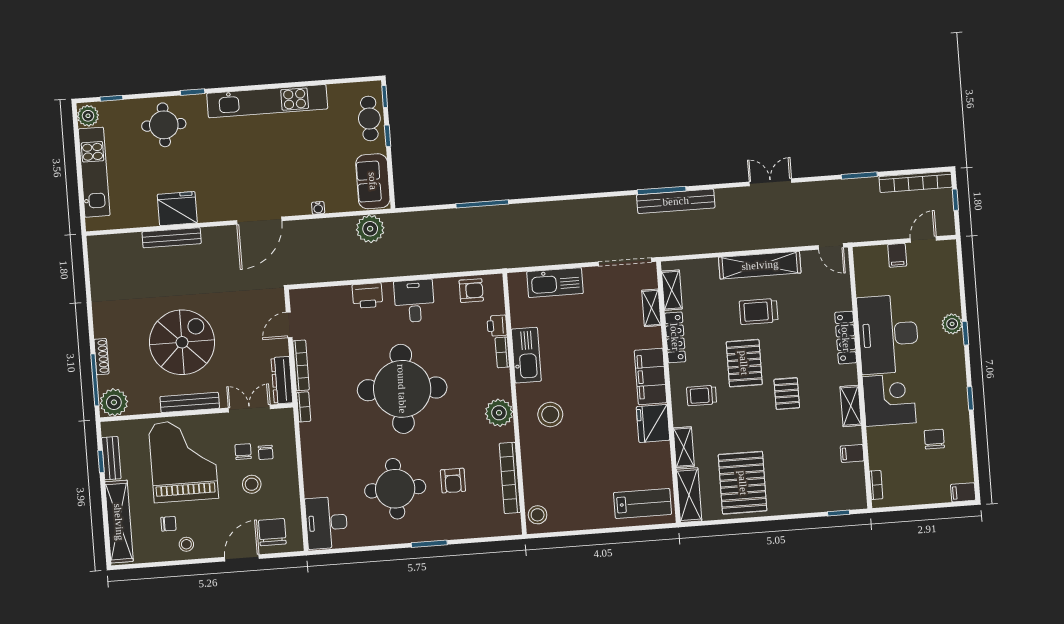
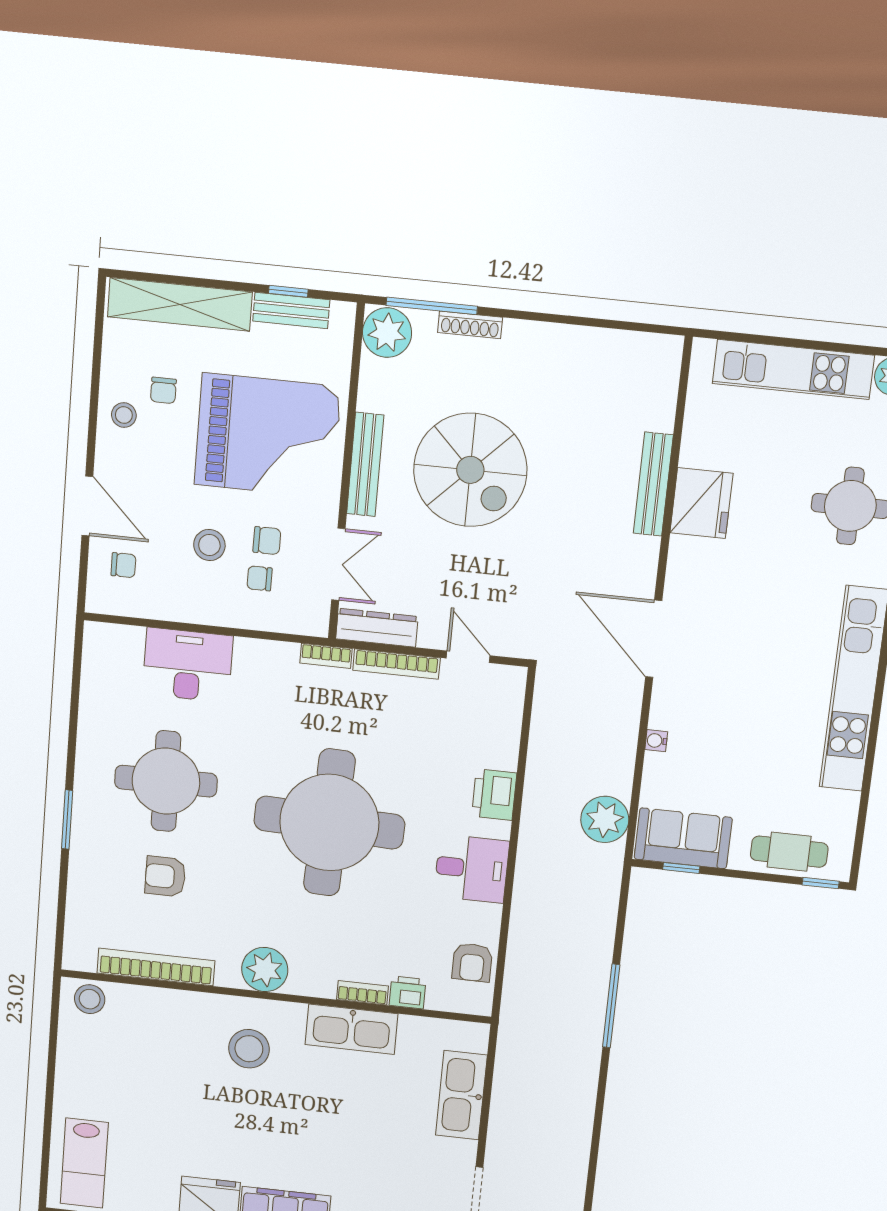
window: (388, 136) -> (681, 868), moved
desk: (326, 523) -> (188, 665), moved
chair: (272, 532) -> (123, 565), width x0.54, depth x0.54

